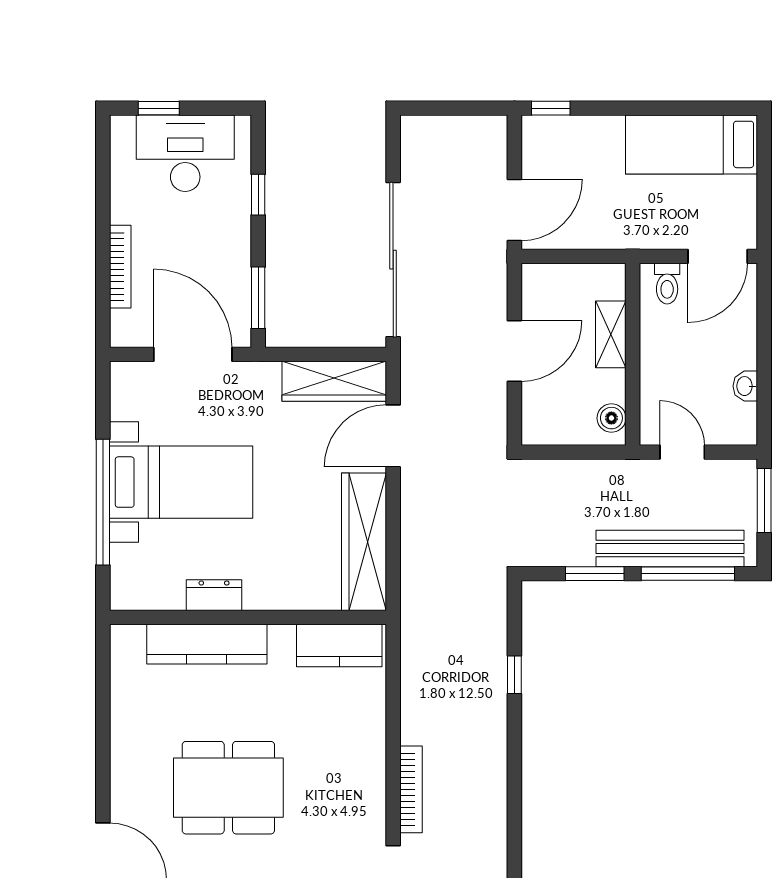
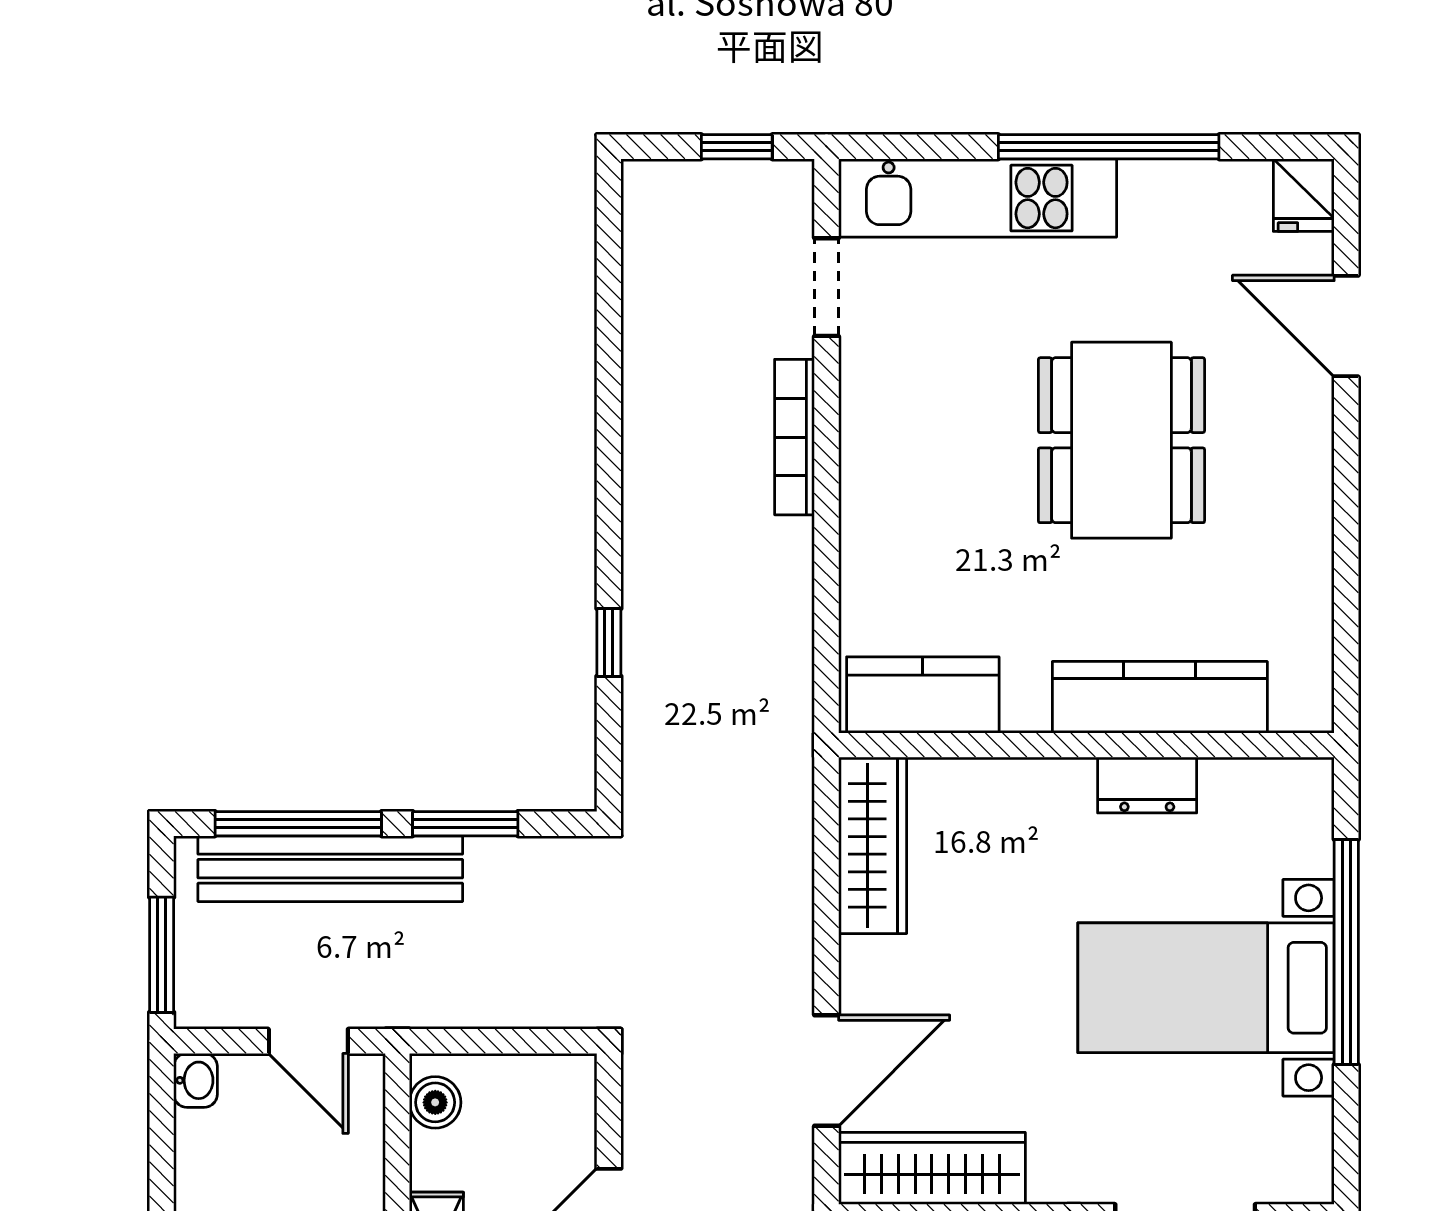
washbasin: (745, 386) -> (196, 1080), moved
wardrobe: (364, 542) -> (873, 845), width x0.71, depth x0.85
dining table: (228, 788) -> (1121, 440), turned 90

